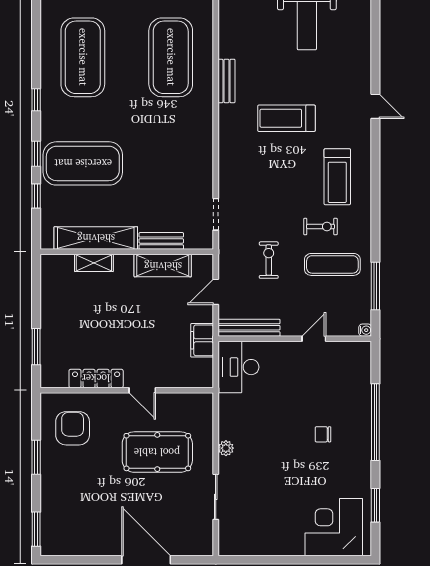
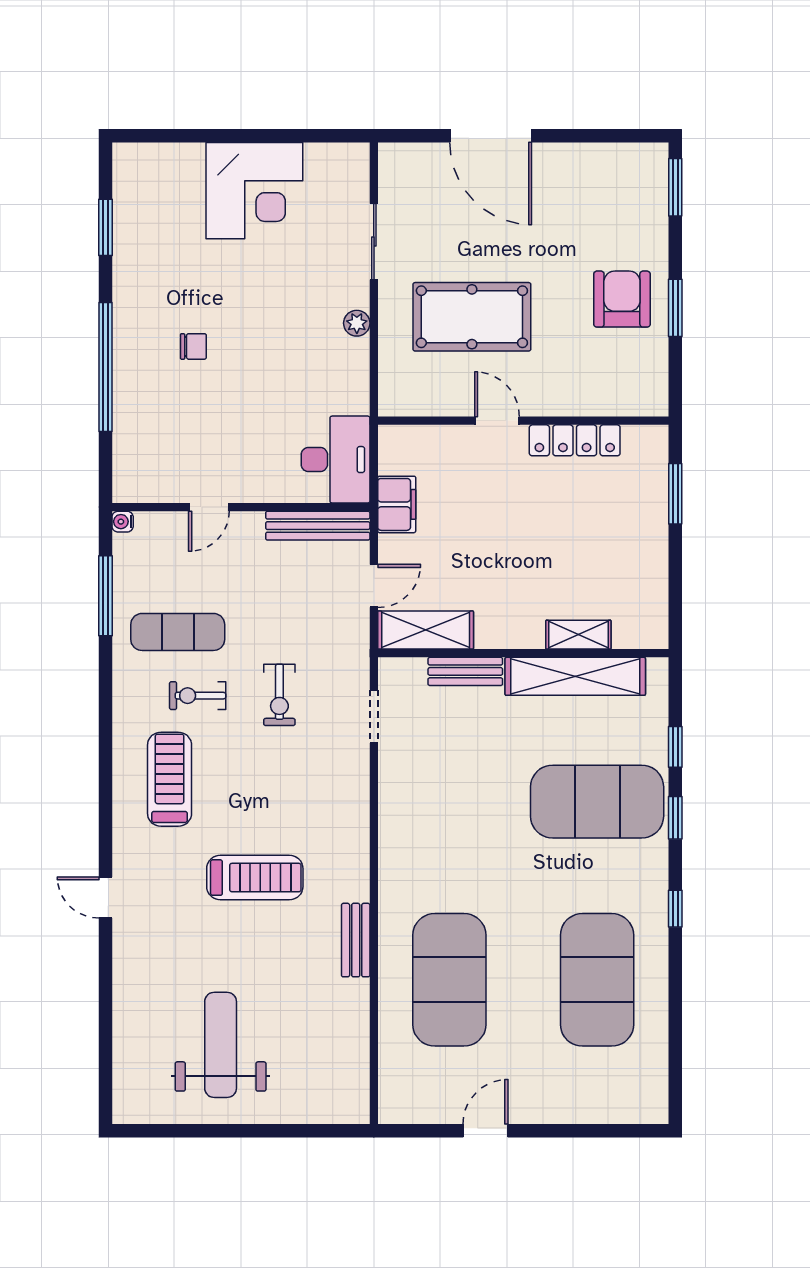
exercise bike: (269, 260) -> (279, 695), moved
shelving: (163, 266) -> (426, 630), moved
armchair: (73, 428) -> (622, 299), moved, turned 180
corner desk: (334, 527) -> (254, 191), moved

